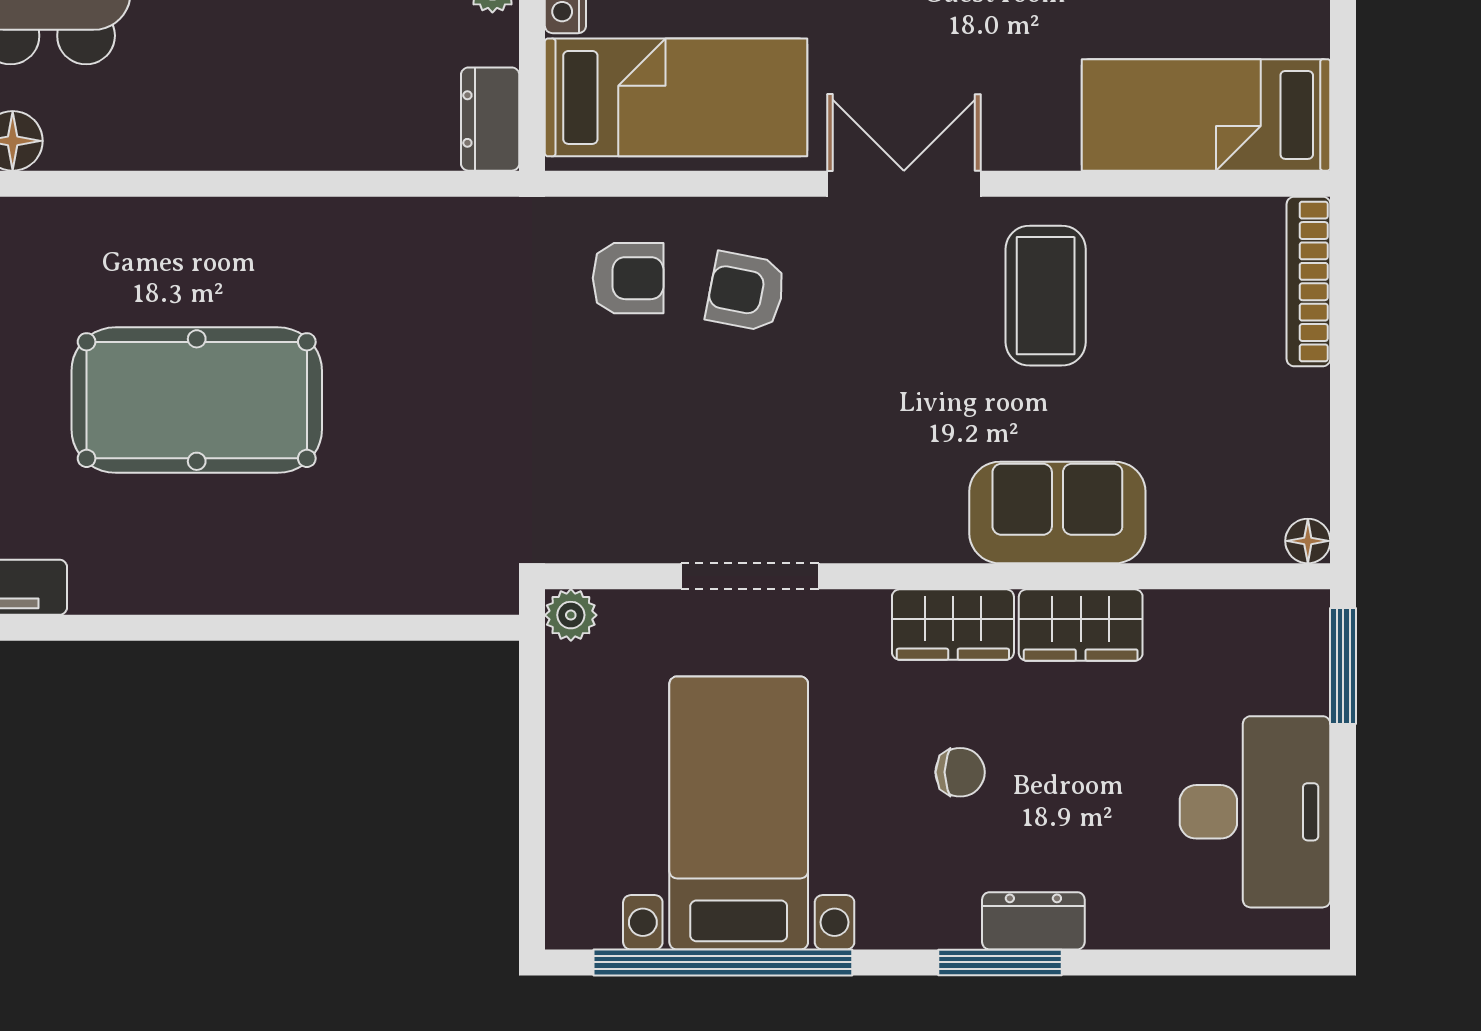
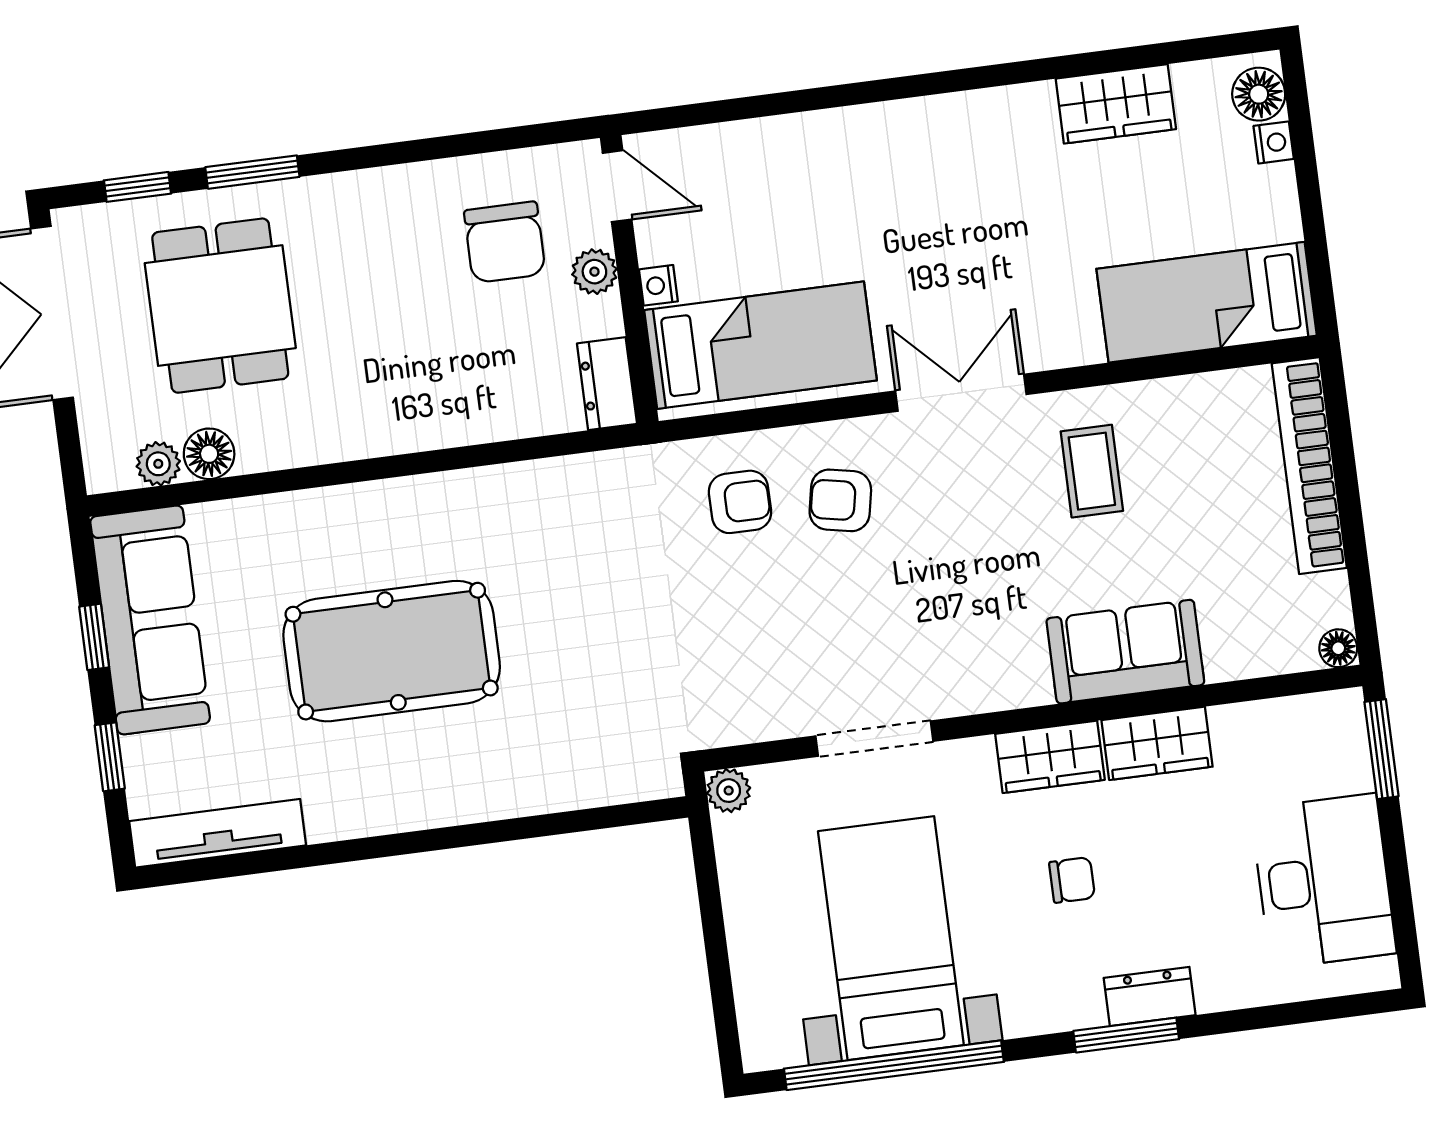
bookcase: (1308, 282) -> (1309, 466), width x1.48, depth x1.31
coffee table: (1046, 296) -> (1092, 471), width x0.73, depth x0.77

